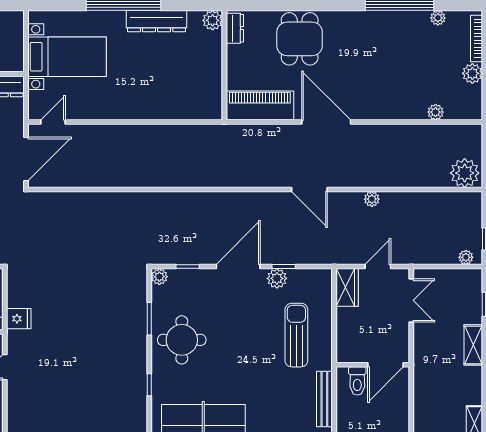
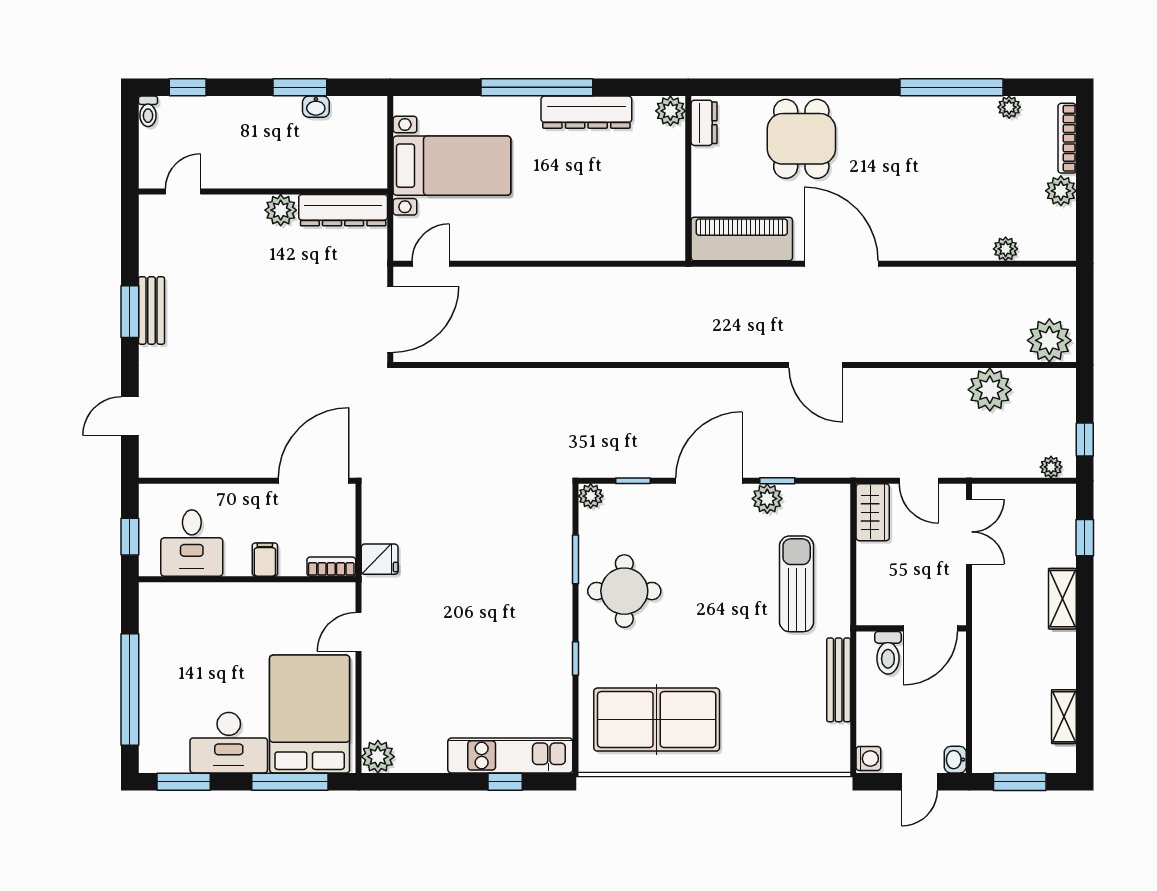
plant: (372, 199) -> (990, 390), moved, width x1.88, depth x1.88
door: (378, 267) -> (919, 481), swing flipped

